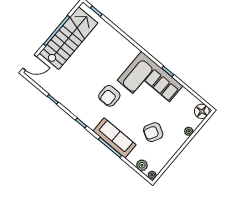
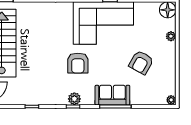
sofa: (115, 138) -> (112, 95), width x0.73
plant: (142, 165) -> (74, 99), moved

